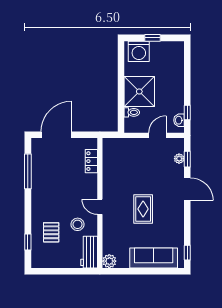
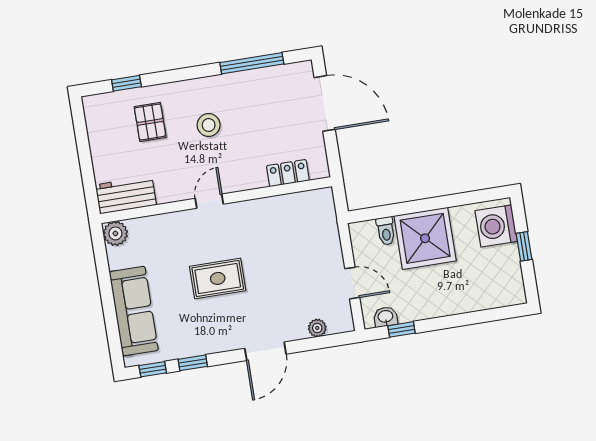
window: (187, 159) -> (193, 363), moved
stool: (78, 224) -> (209, 125), moved
pallet: (51, 232) -> (150, 122), turned 90

